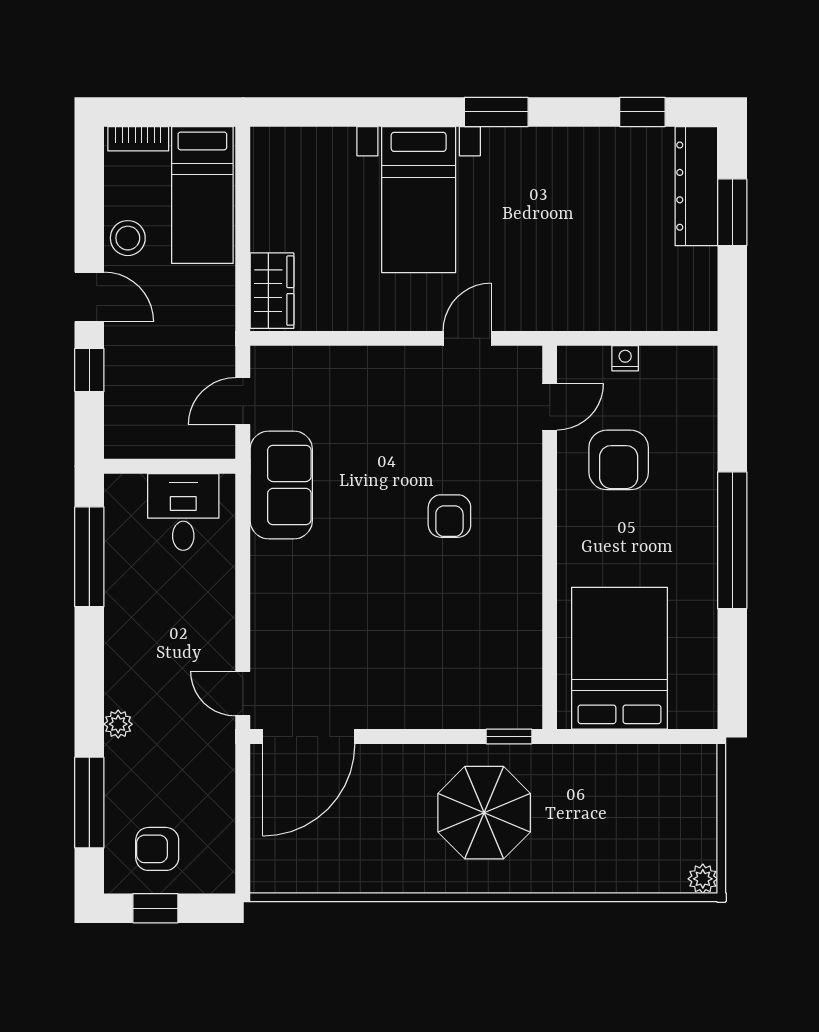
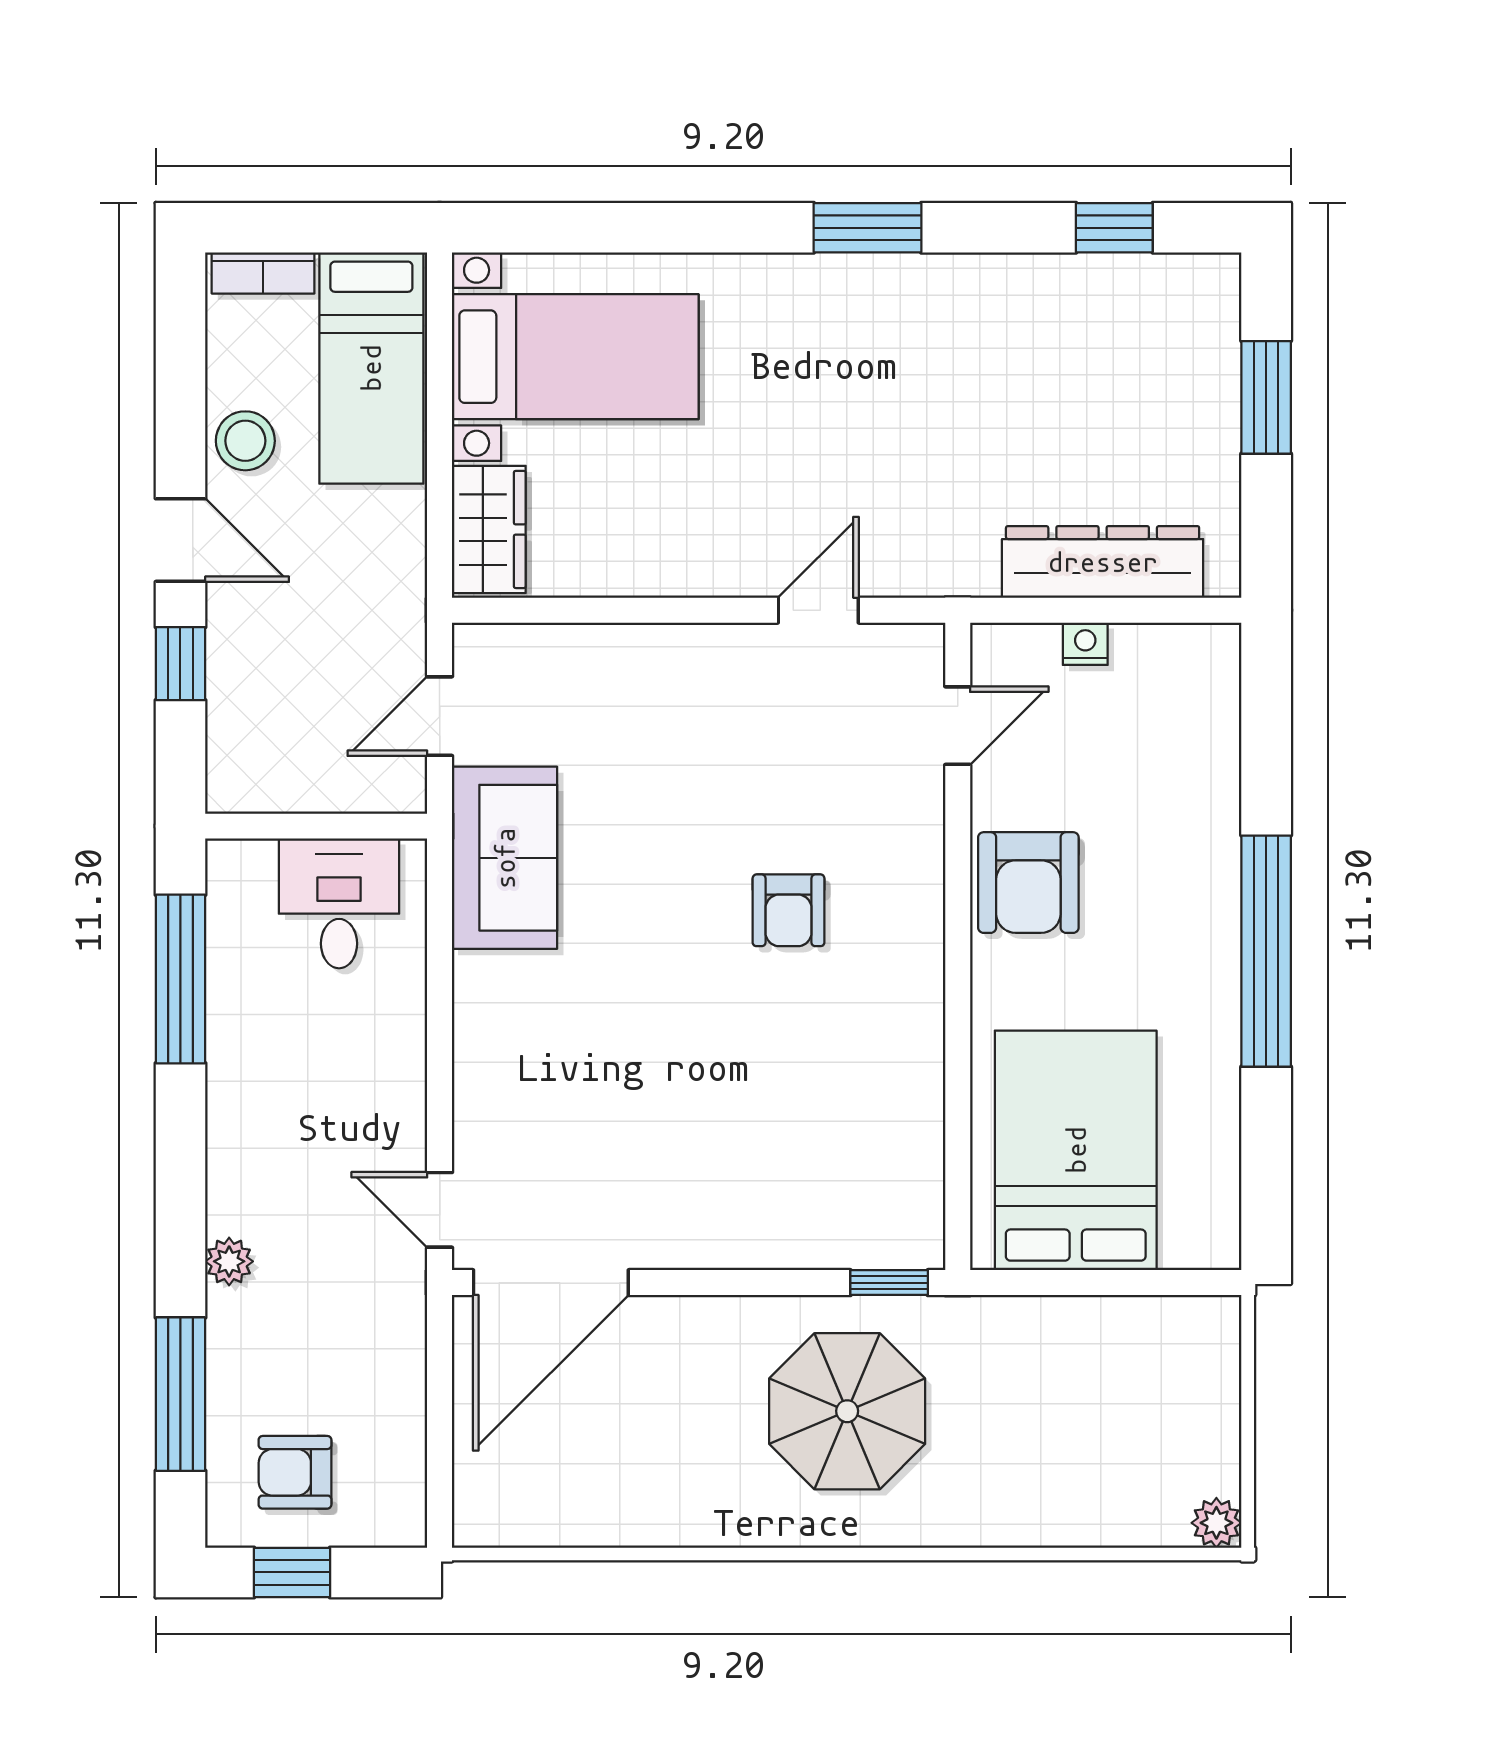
dresser: (696, 186) -> (1103, 562), moved, turned 90
bed with nightstands: (419, 200) -> (575, 357), moved, turned -90
armchair: (619, 460) -> (1028, 883), moved

